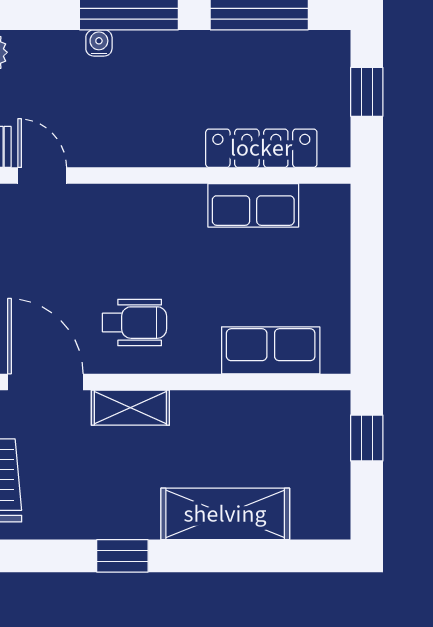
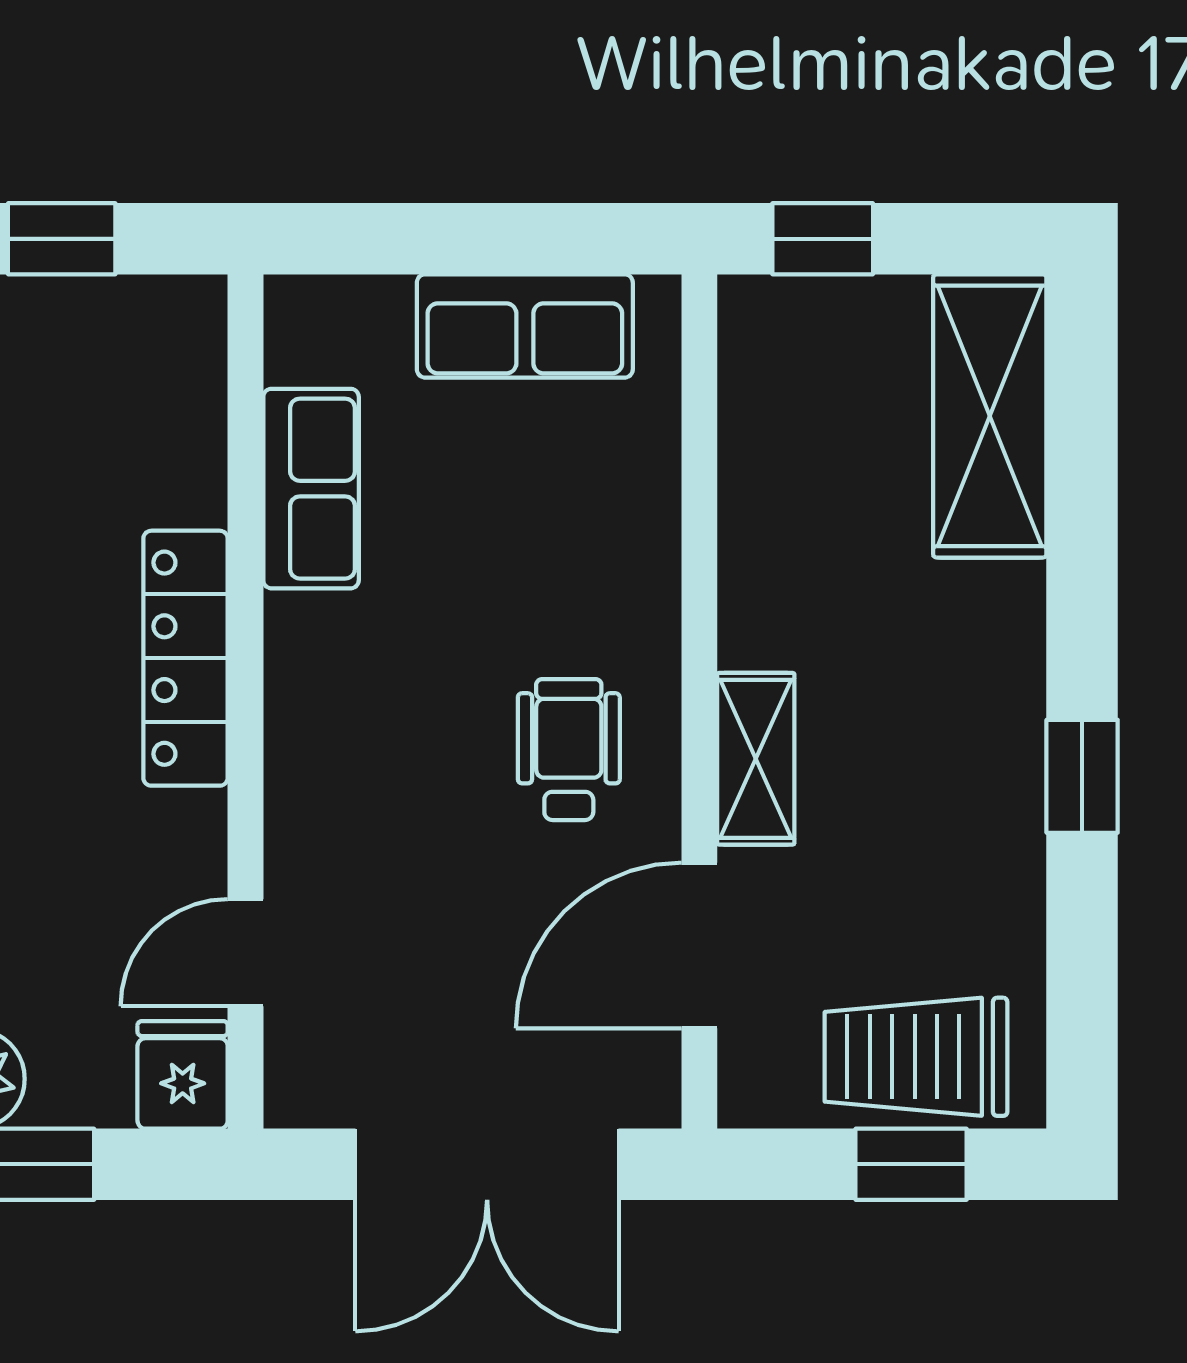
locker: (261, 148) -> (186, 658), moved
row of seats: (271, 350) -> (525, 326), moved, turned -90
shelving: (225, 514) -> (990, 416), moved

